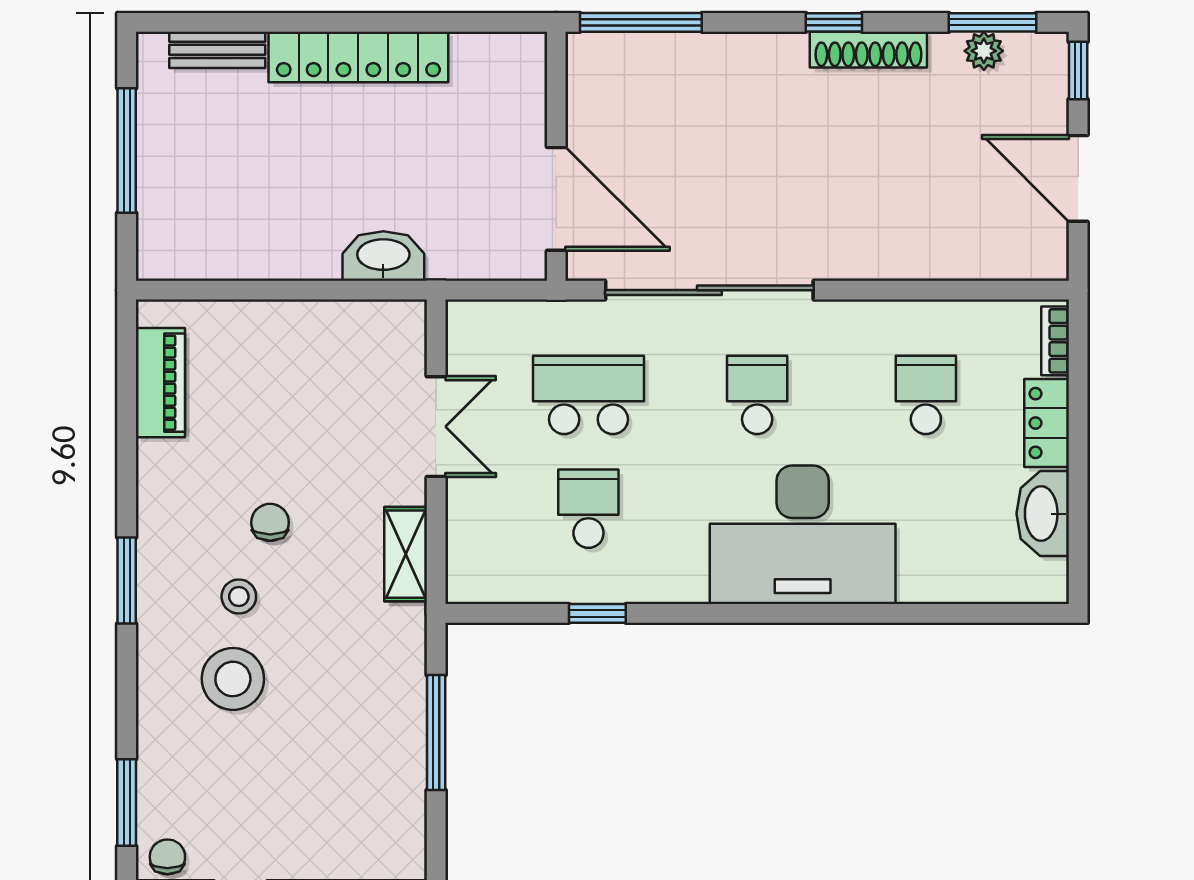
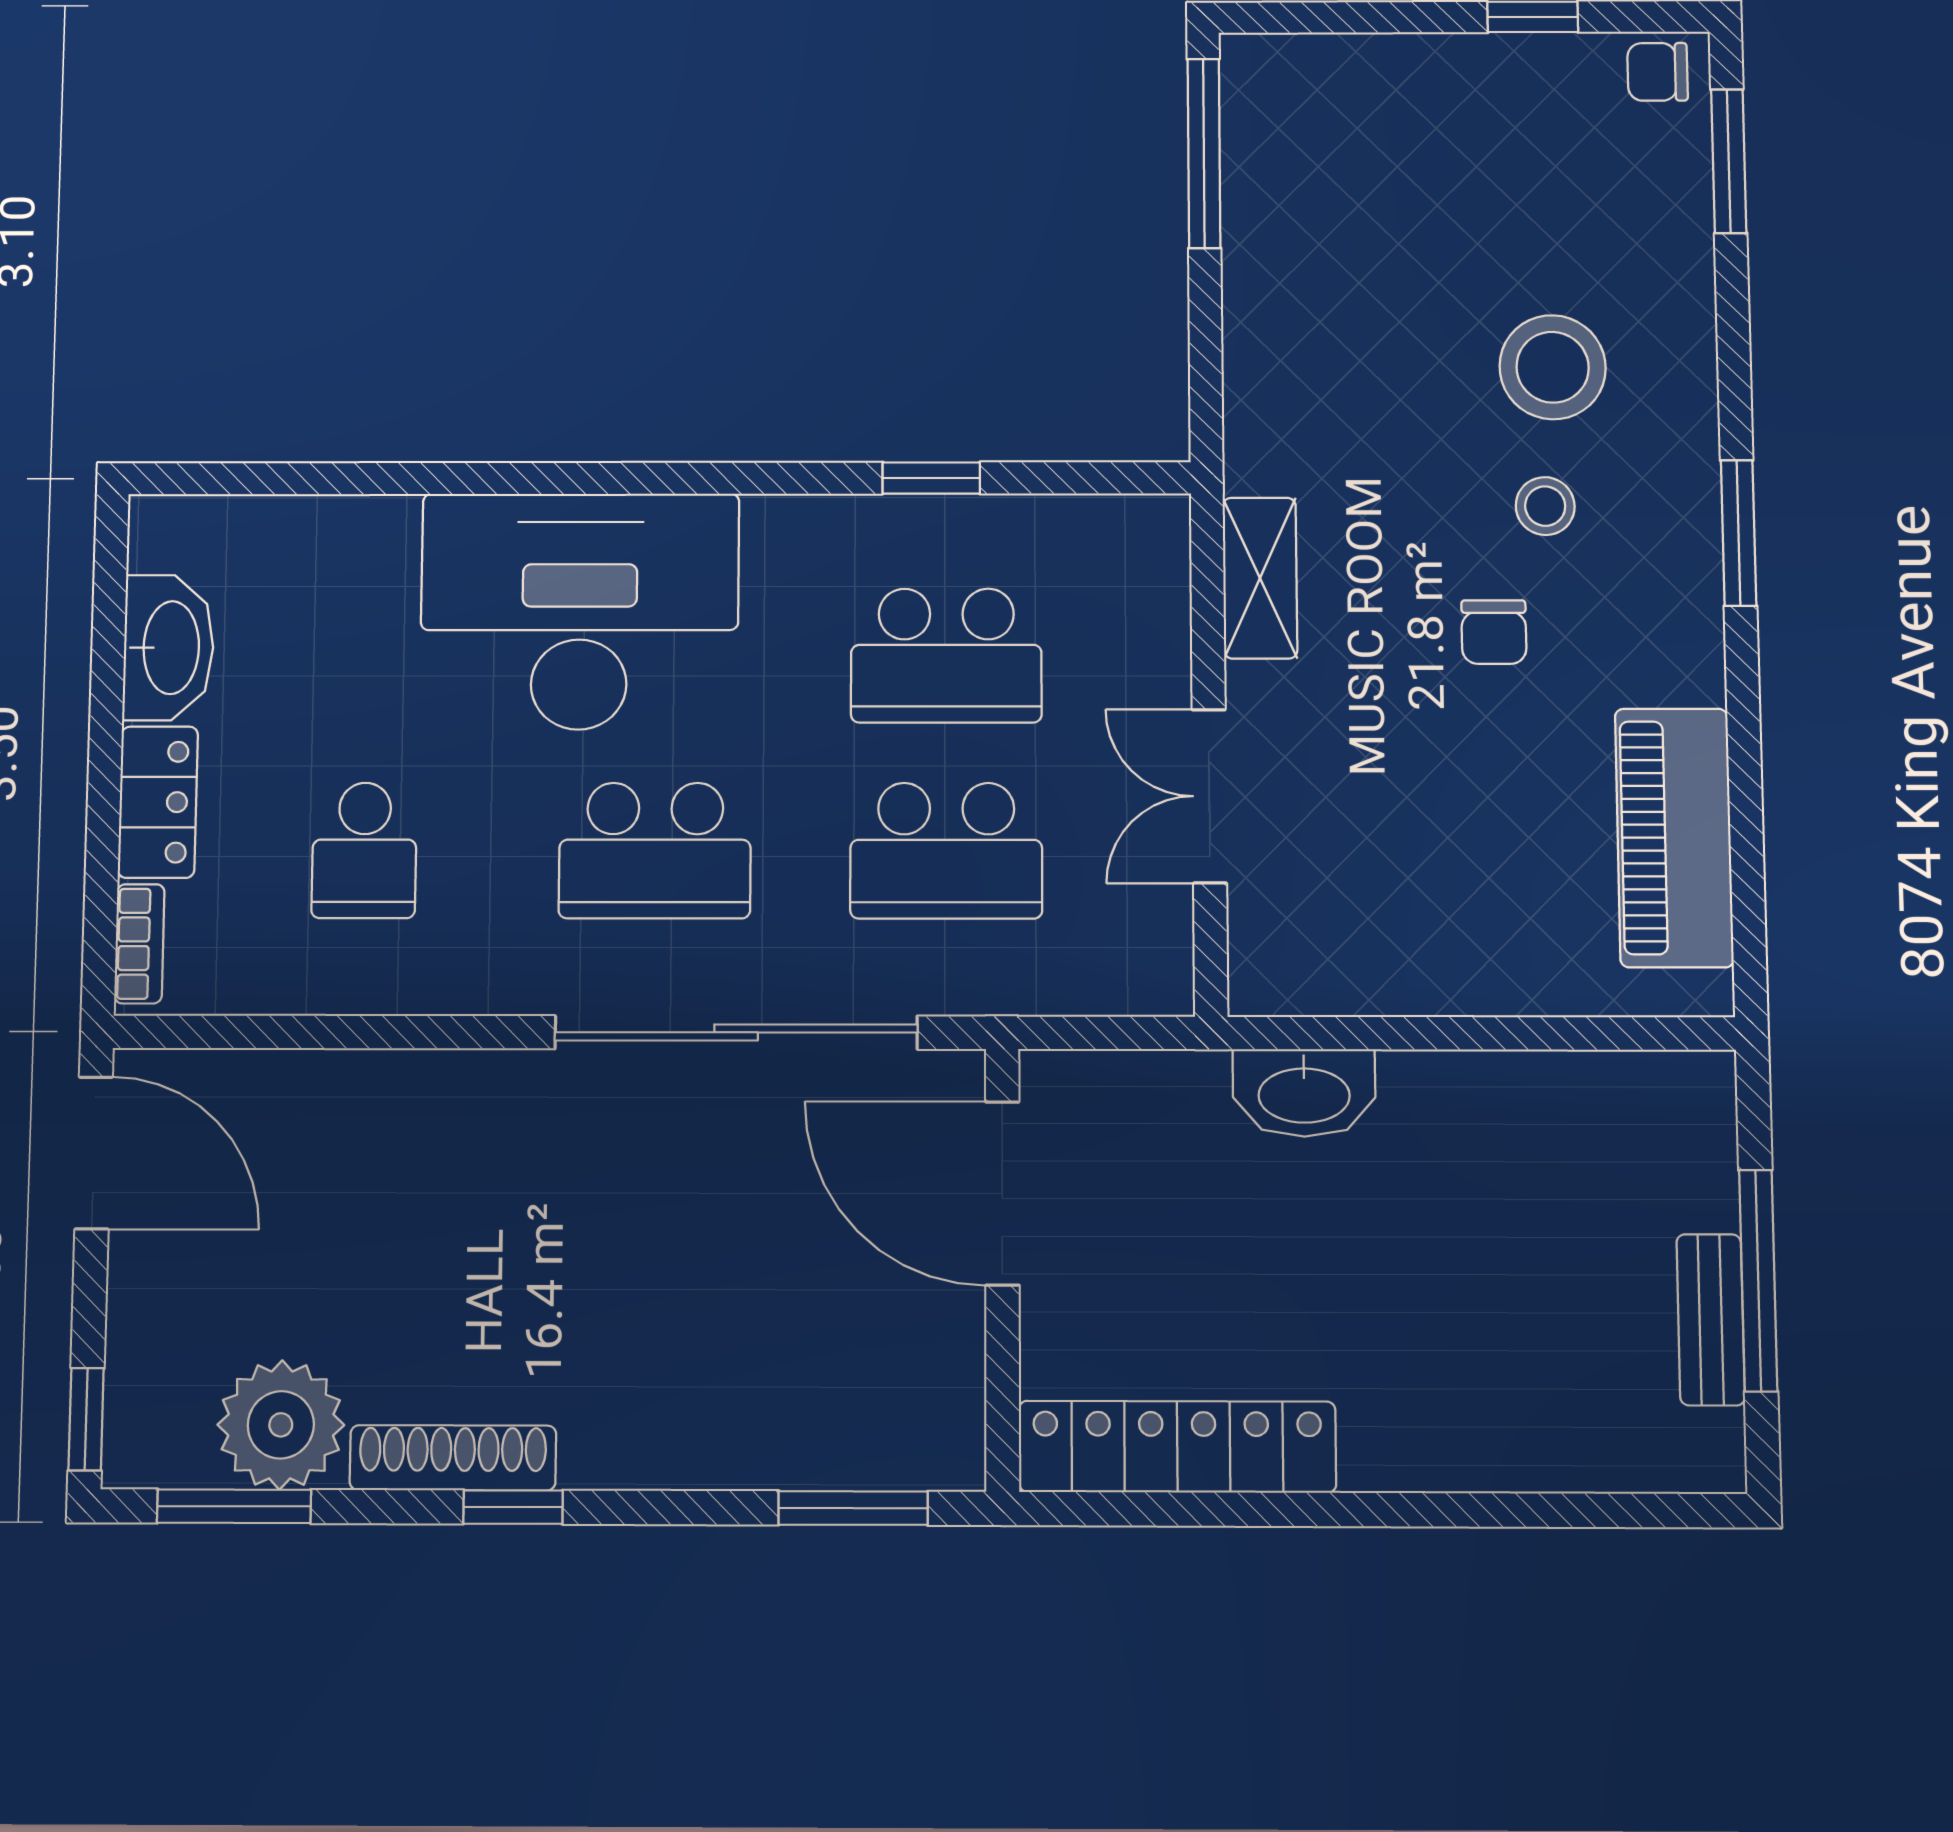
window: (641, 22) -> (853, 1508), width x0.69
bench: (217, 50) -> (1711, 1320), moved, turned 90
plant: (984, 51) -> (281, 1425), width x1.87, depth x1.87
locker: (358, 57) -> (1177, 1447), moved
door: (1078, 178) -> (94, 1153), moved
piano: (160, 383) -> (1674, 838), width x1.37, depth x1.33
school desk: (757, 395) -> (655, 851), width x1.85
school desk: (588, 509) -> (946, 656), width x1.85
window: (436, 732) -> (1204, 153), moved
chair: (167, 857) -> (1657, 72), turned 90

